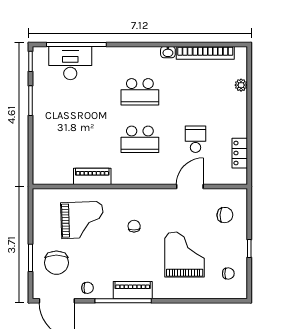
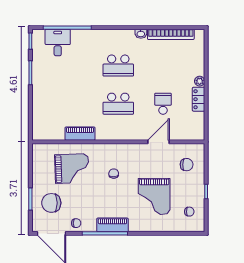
desk: (70, 63) -> (58, 42), width x0.73
plant: (241, 85) -> (200, 81), moved
locker: (240, 153) -> (199, 99), moved
grand piano: (185, 255) -> (154, 196), turned 180
chair: (56, 263) -> (51, 203), turned 90

